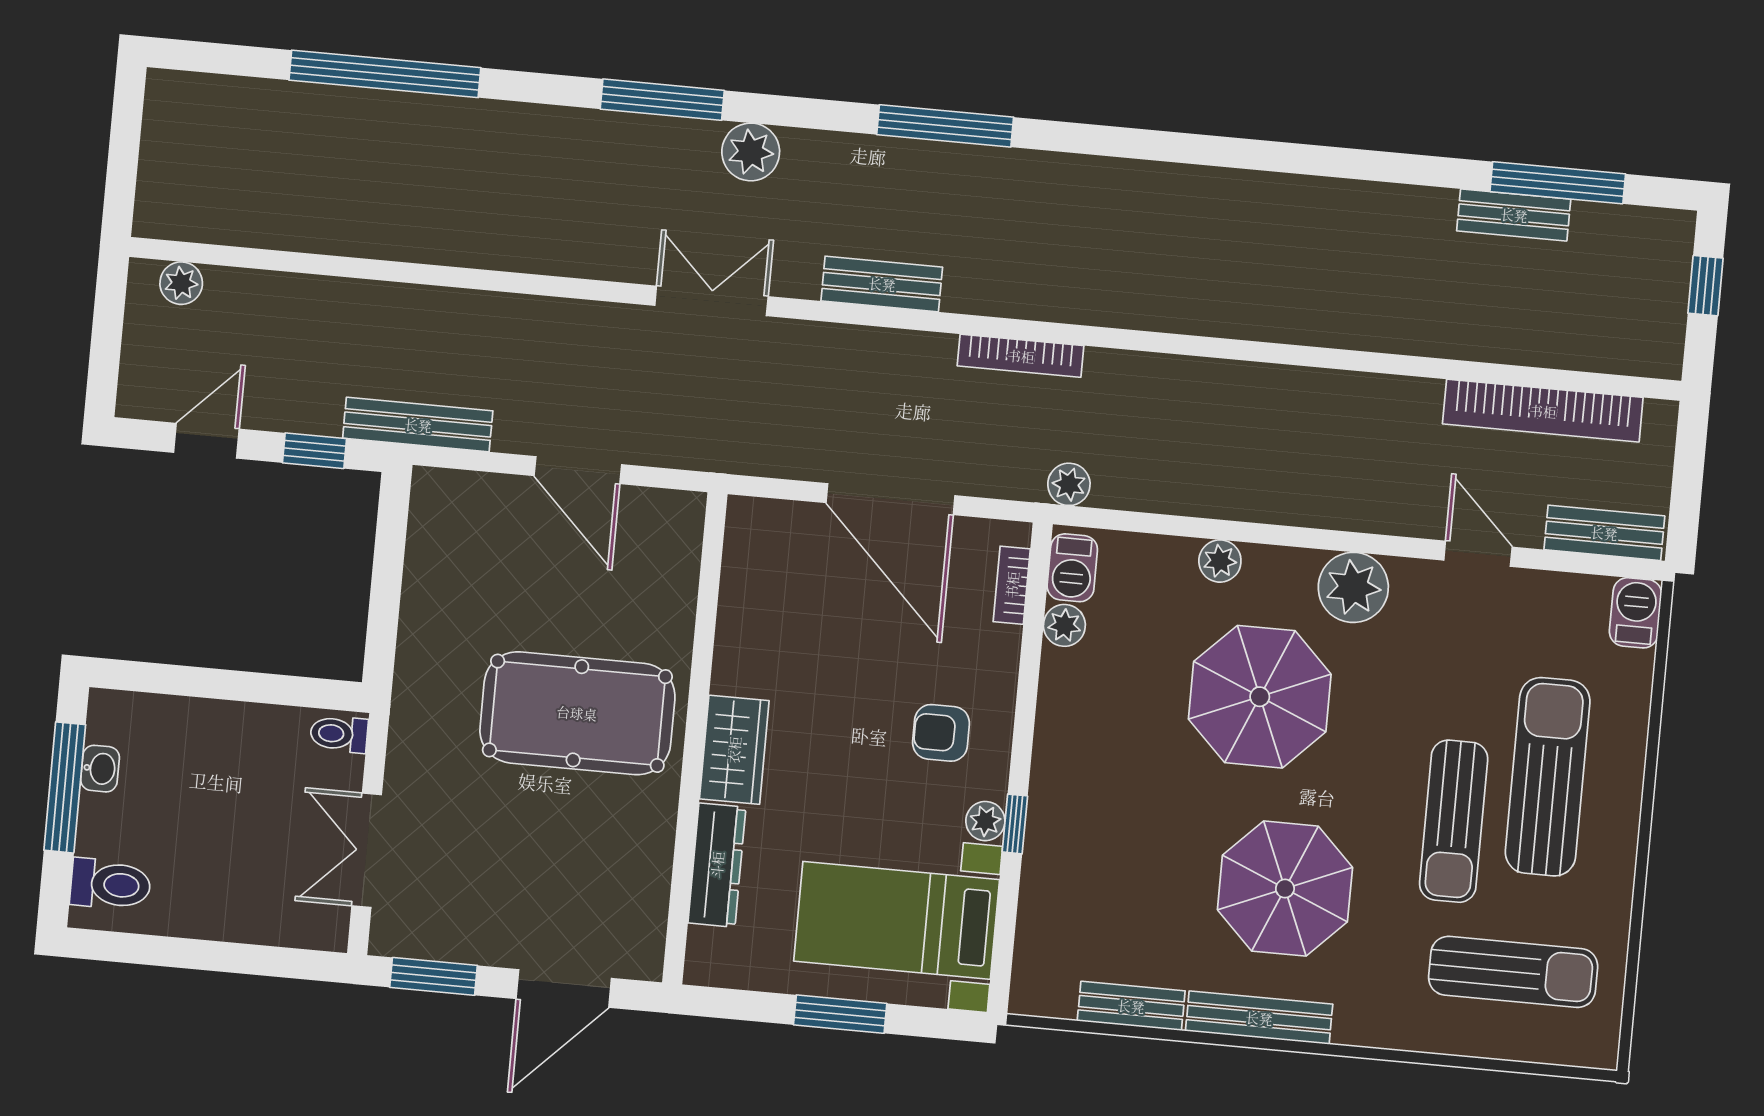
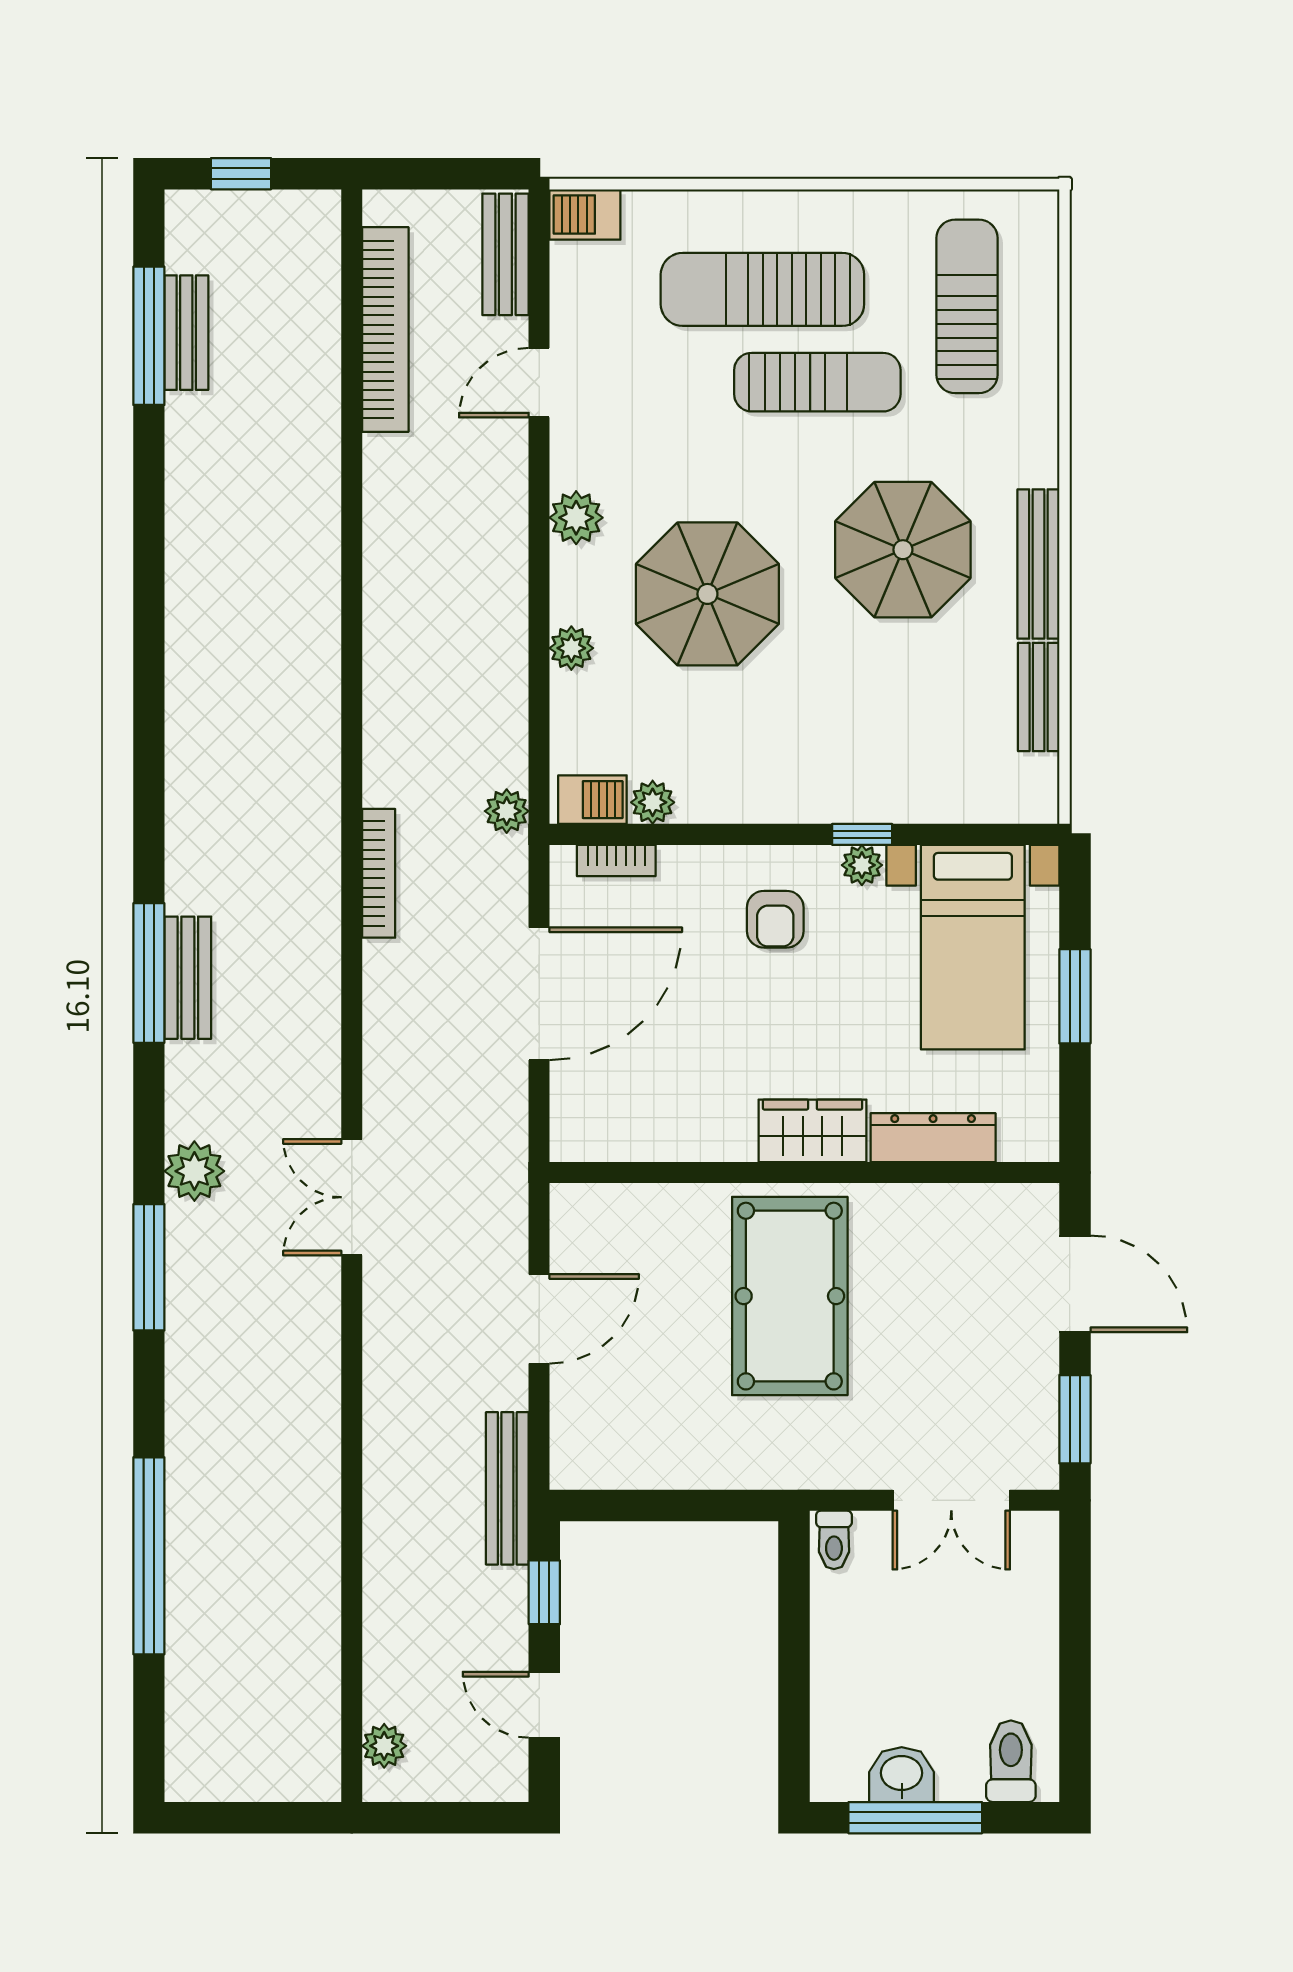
bench: (1514, 215) -> (186, 333), moved
bench: (882, 284) -> (188, 978), moved
plant: (1353, 587) -> (576, 518), width x0.73, depth x0.73
washbasin: (100, 769) -> (902, 1775), width x1.38, depth x1.45

